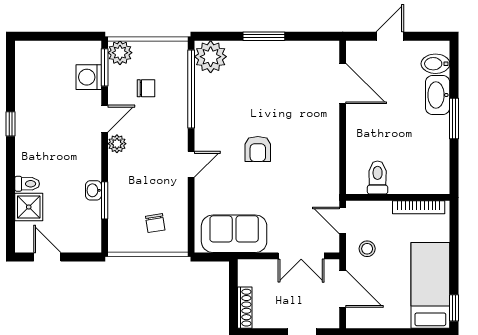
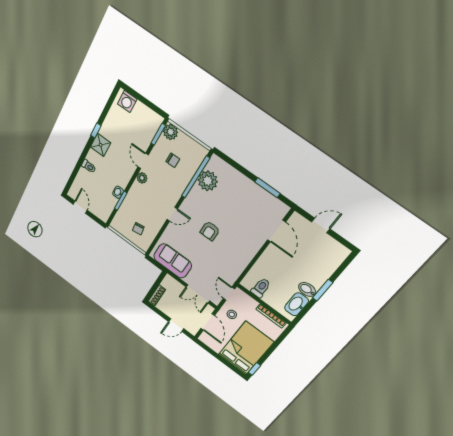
window: (264, 36) -> (267, 188), moved
plant: (211, 57) -> (208, 181), moved
bidet: (435, 64) -> (307, 289), moved
washing machine: (89, 77) -> (127, 101), moved, turned -90
washbasin: (438, 95) -> (296, 304), moved
door: (105, 119) -> (143, 161), swing flipped
shower: (29, 207) -> (101, 145), moved
bed: (430, 285) -> (246, 348), width x1.50

